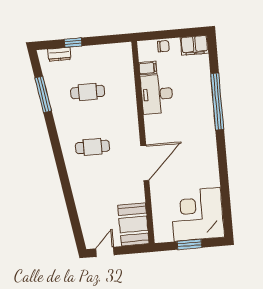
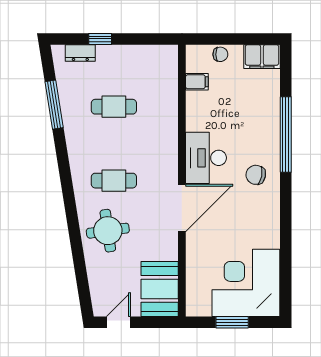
desk: (157, 94) -> (206, 158), moved
chair: (197, 133) -> (256, 175), added
round table: (91, 184) -> (108, 231), added

